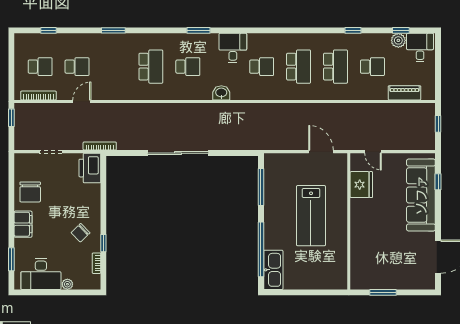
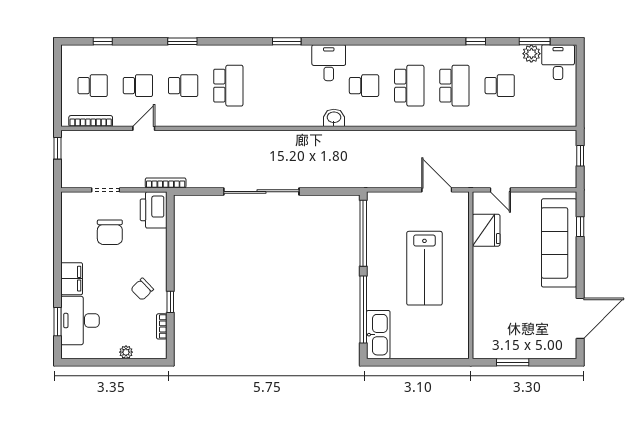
window: (401, 30) -> (535, 41), width x1.50
school desk: (188, 67) -> (183, 86), moved
washbasin: (221, 93) -> (334, 118), moved
piano: (404, 93) -> (539, 118), removed
window: (261, 187) -> (363, 233), width x1.46
chair: (30, 192) -> (110, 232), moved
desk: (41, 274) -> (80, 321), moved, turned 90

